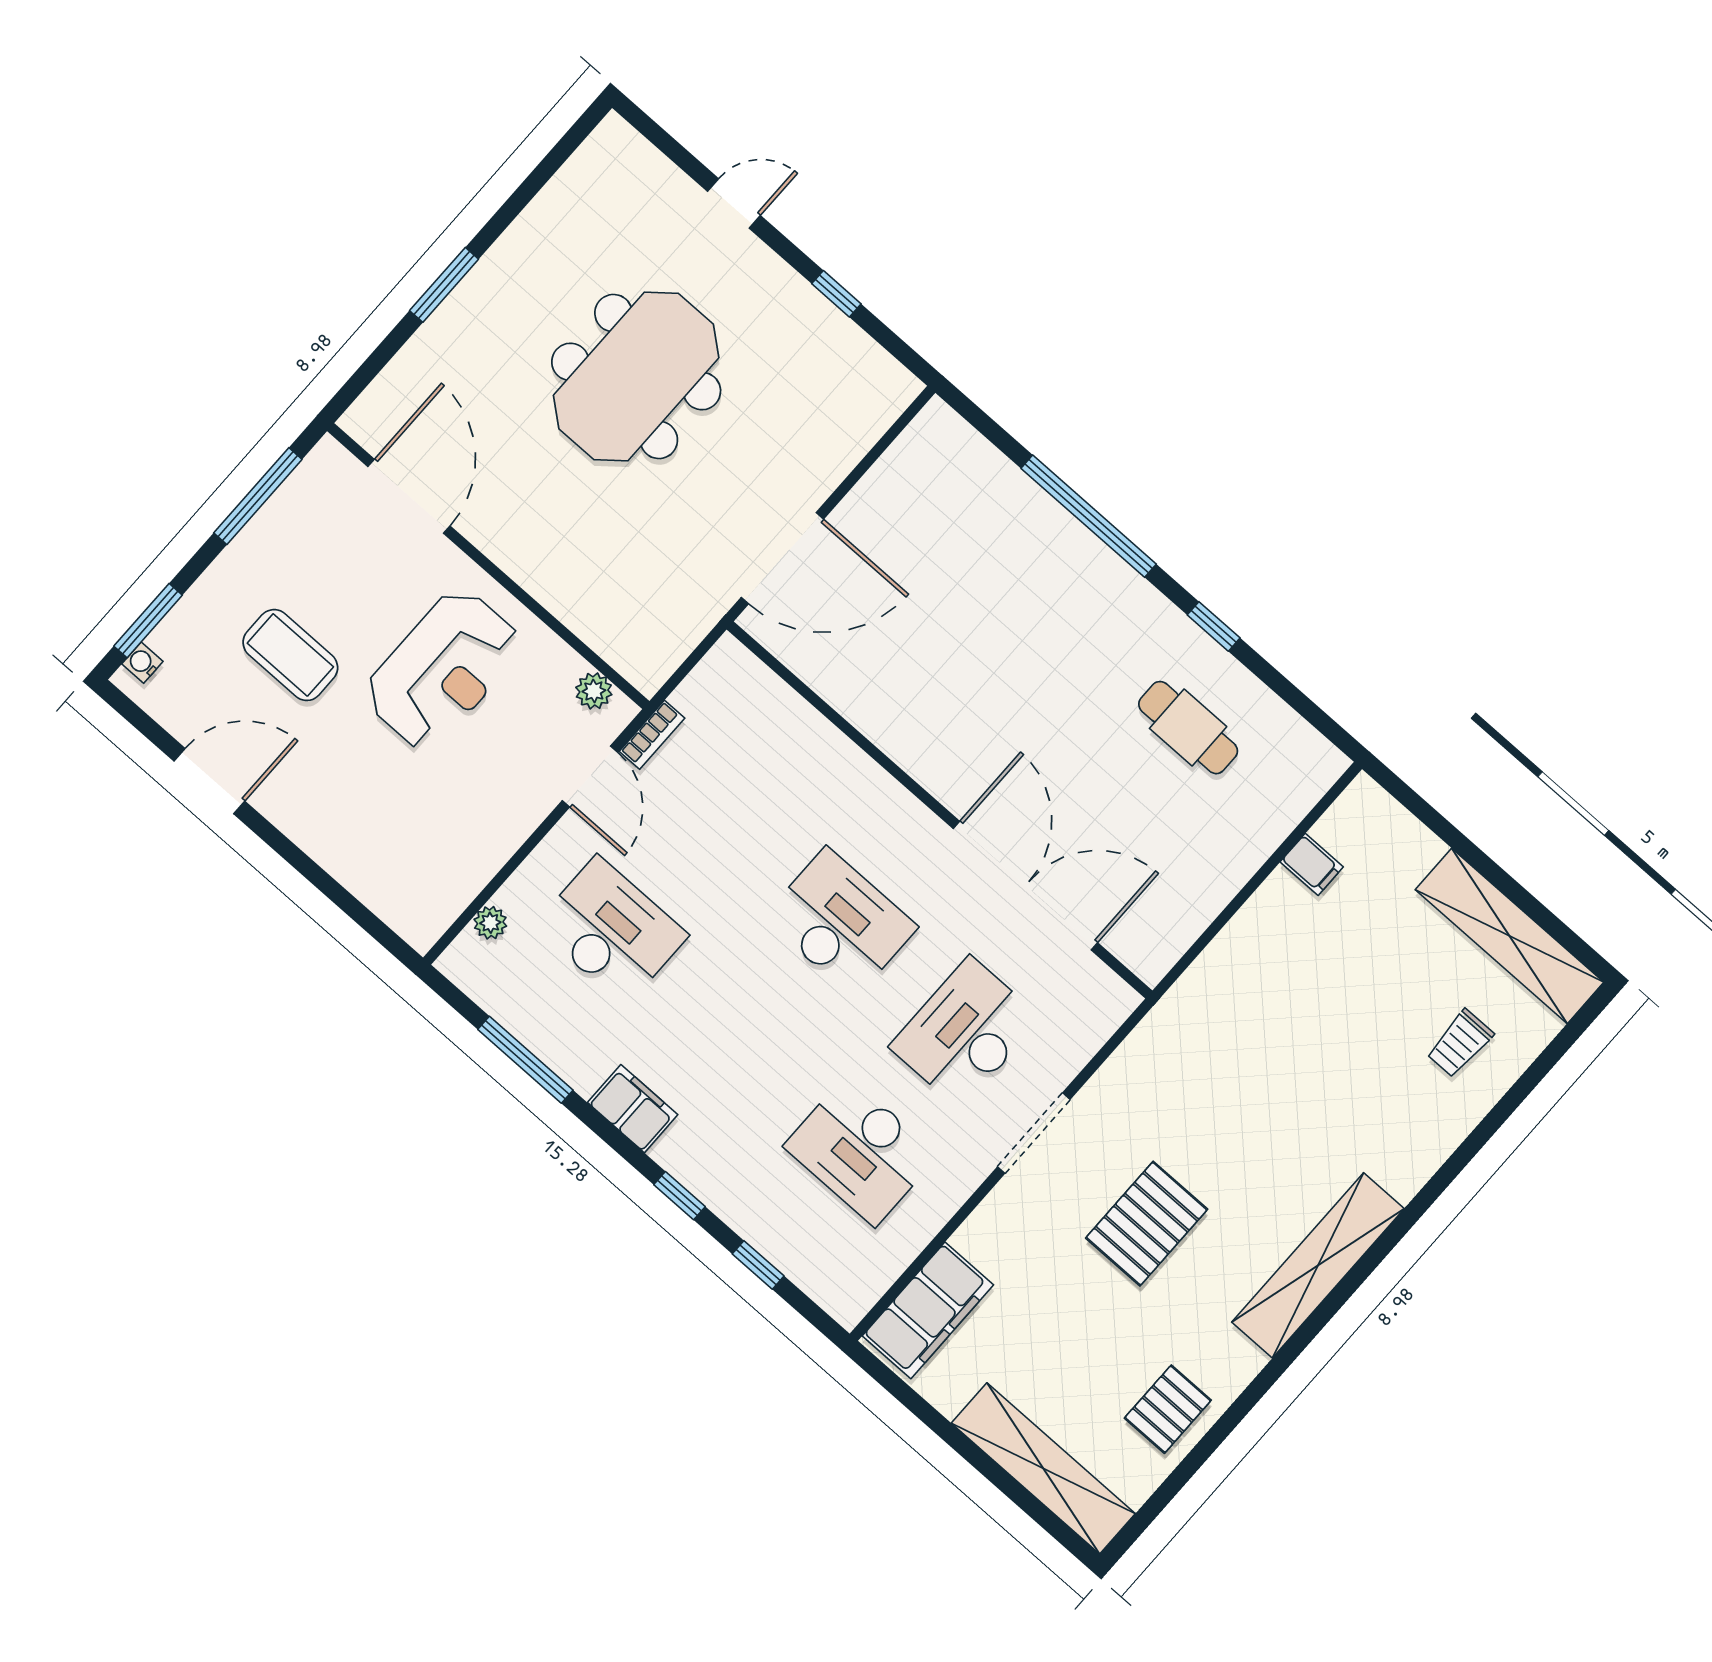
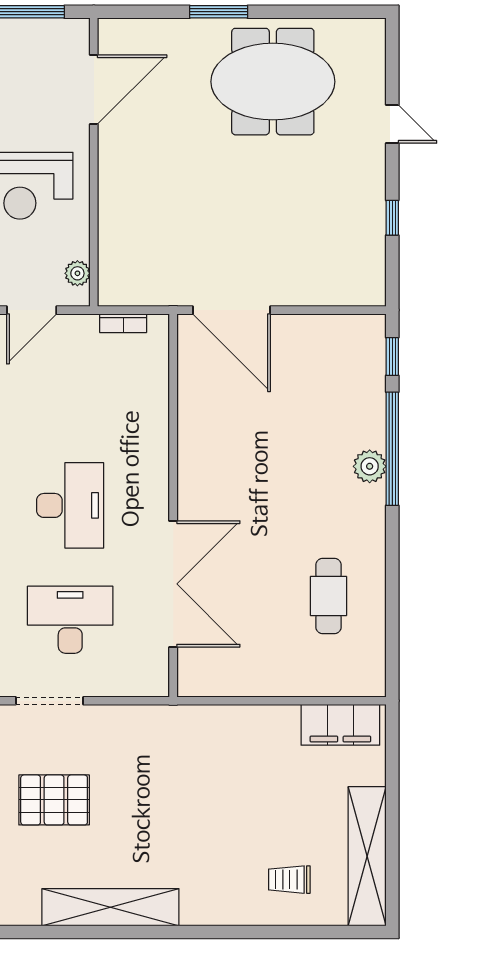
meeting table: (636, 376) -> (273, 82), moved
plant: (1086, 558) -> (370, 466), added
window: (1214, 626) -> (392, 357), moved
bookcase: (652, 735) -> (123, 323), moved
filing cabinet: (1312, 864) -> (340, 725), width x3.00, depth x1.17

